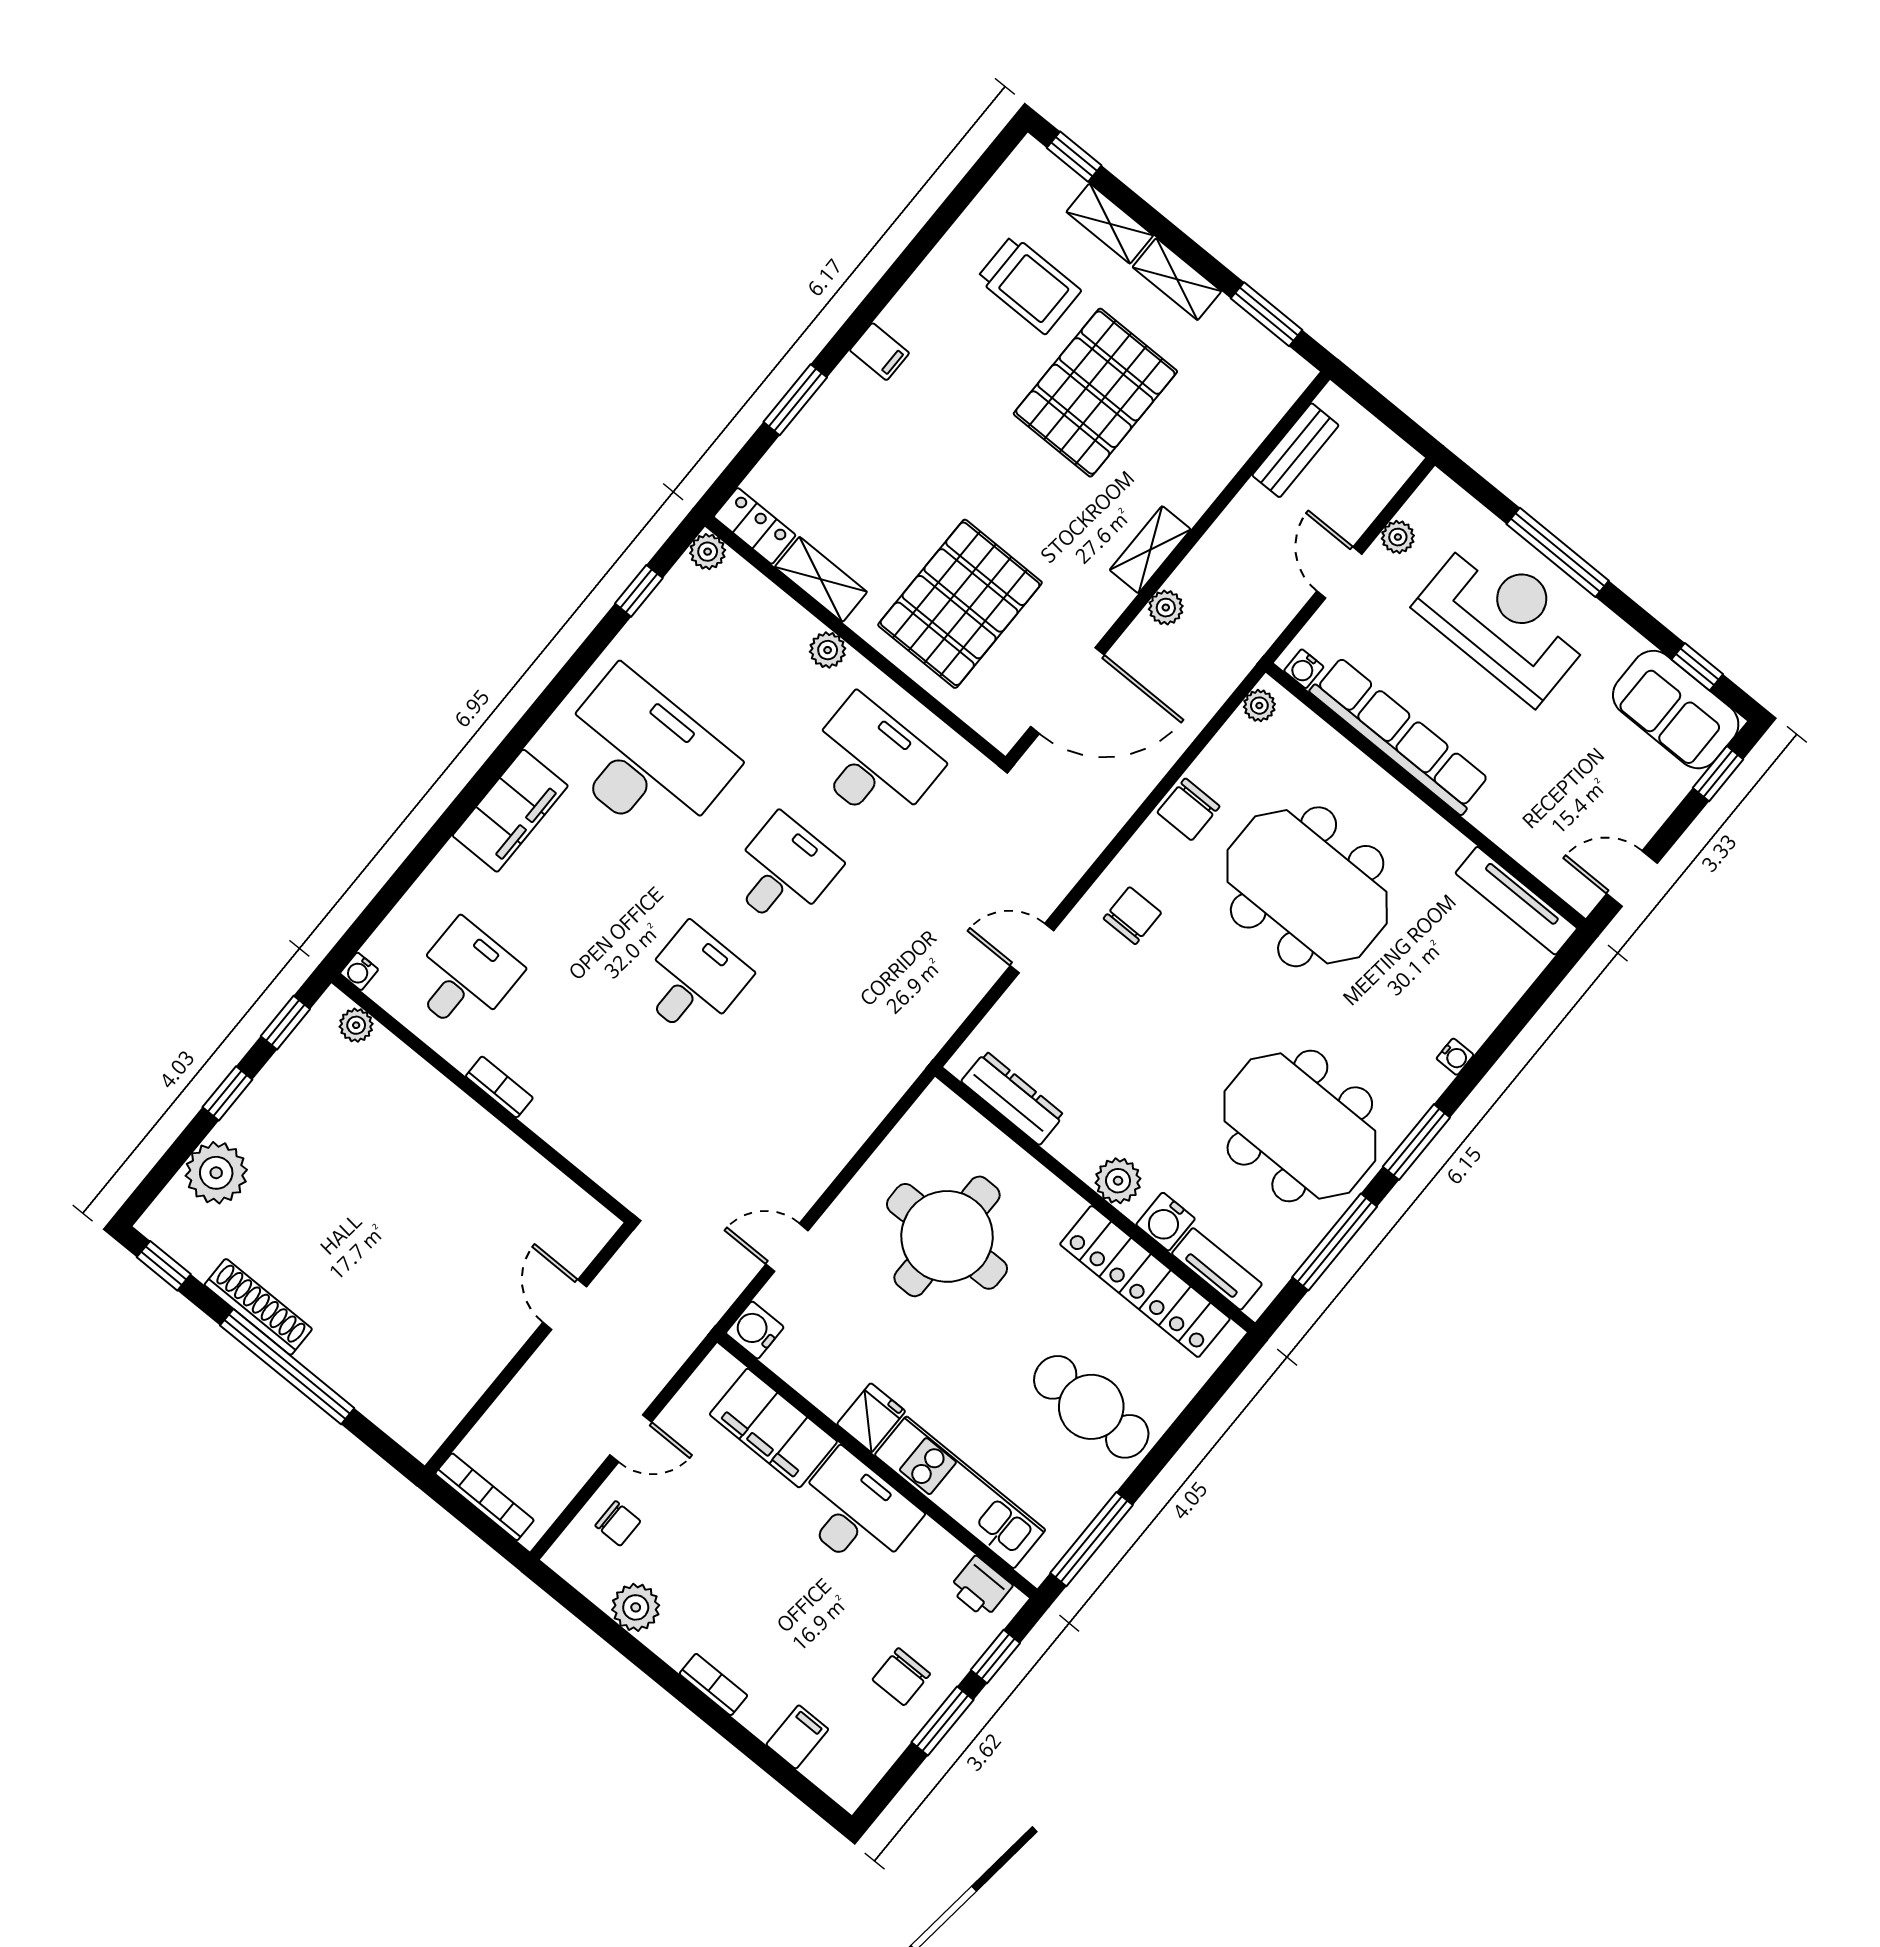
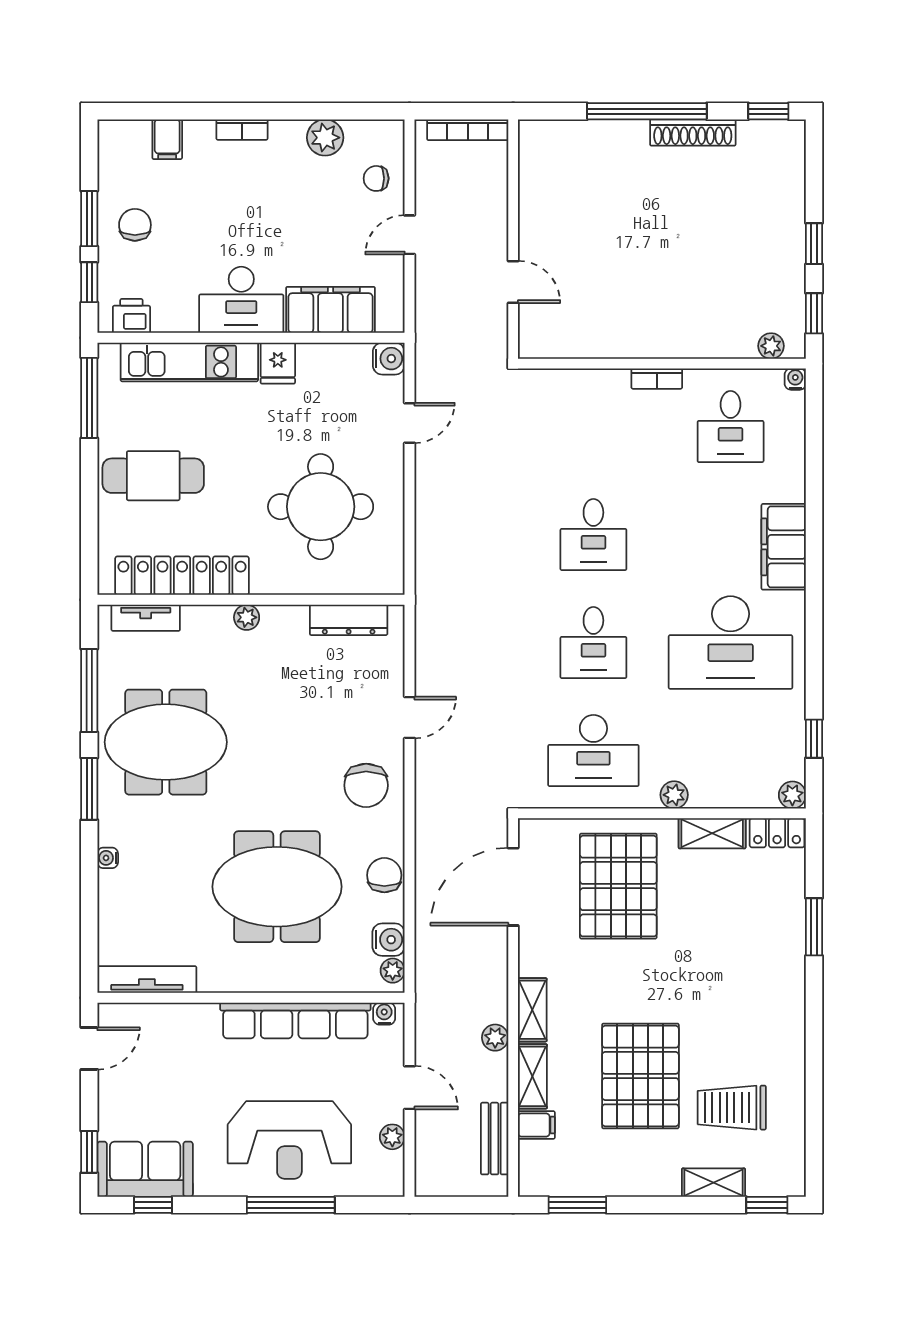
shelving: (1177, 279) -> (532, 1076), moved, turned 90
filing cabinet: (879, 352) -> (536, 1125), moved, turned 180
plant: (1166, 608) -> (495, 1038), moved
chair: (1132, 916) -> (366, 785), width x1.37, depth x1.37
plant: (216, 1173) -> (782, 191), removed
plant: (1118, 1181) -> (247, 617), width x0.73, depth x0.73
water cooler: (1166, 1222) -> (389, 940), moved, turned 90

